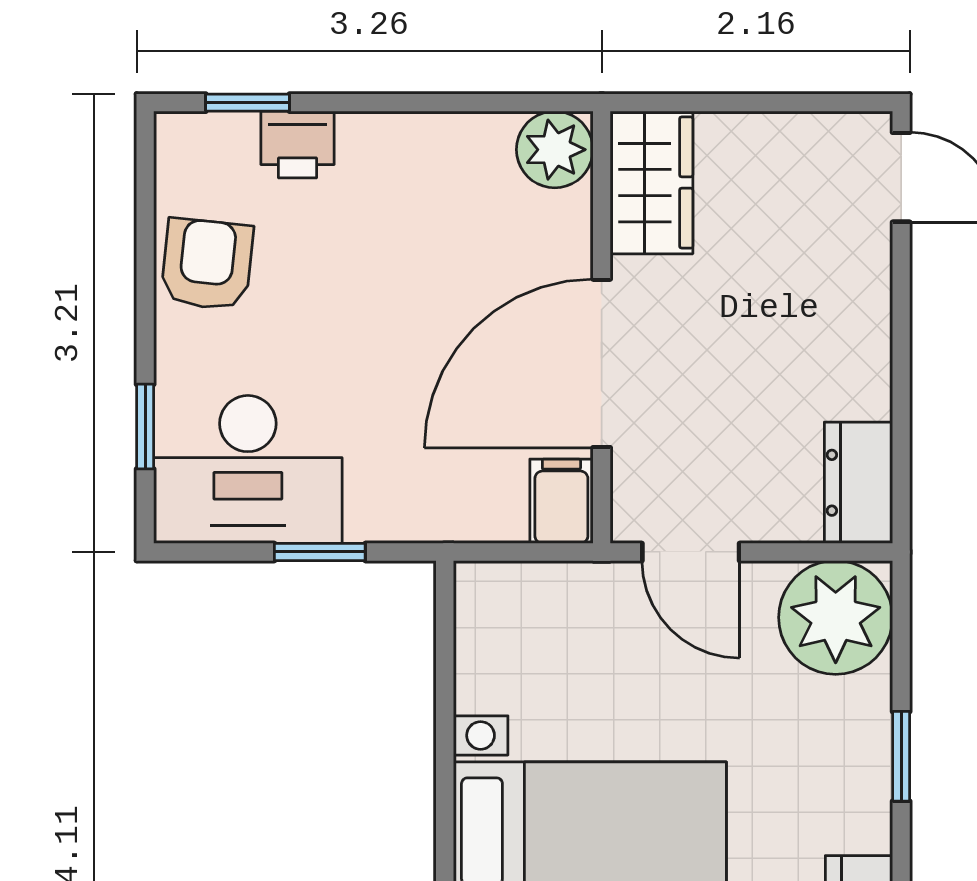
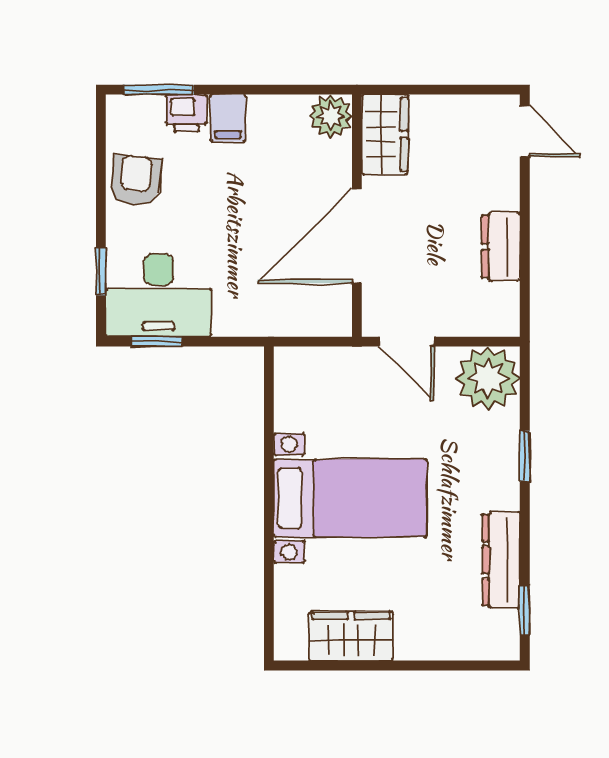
window: (248, 103) -> (158, 90), width x1.50
dresser: (858, 483) -> (501, 247), moved
filing cabinet: (561, 501) -> (228, 118), moved, turned 180
window: (320, 552) -> (156, 342), moved

